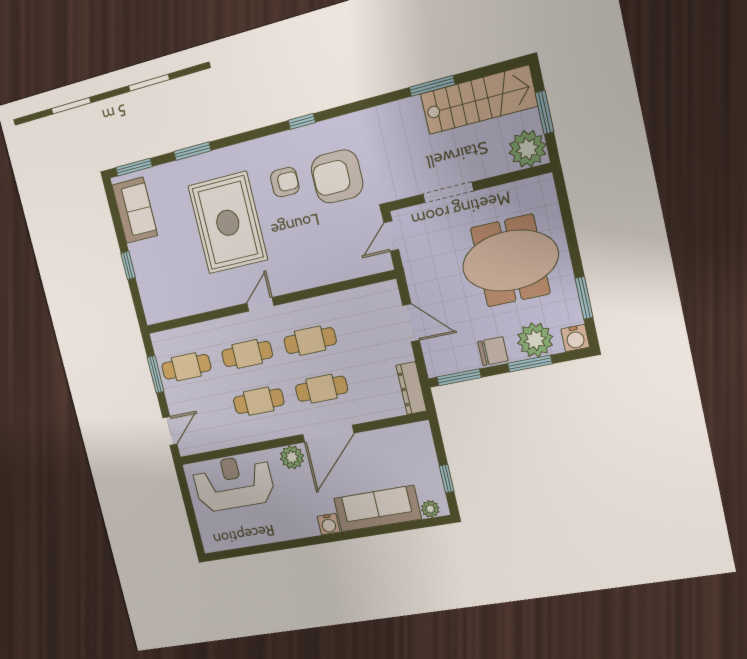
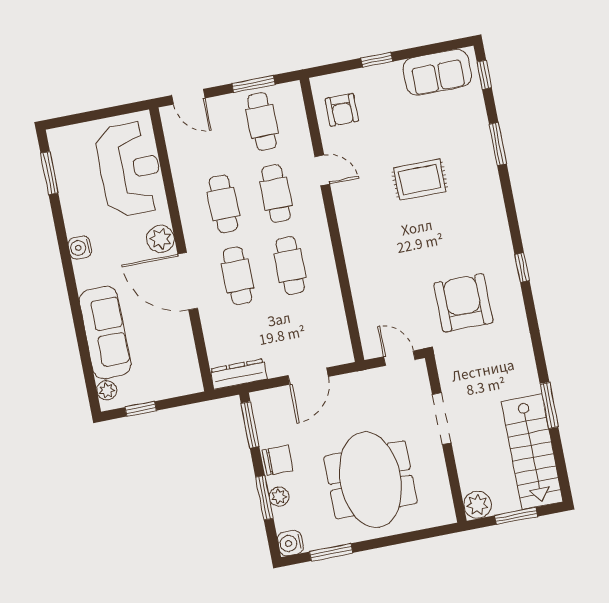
plant: (528, 149) -> (477, 505), width x0.73, depth x0.73
window: (134, 167) -> (484, 75), width x0.67
armchair: (285, 182) -> (342, 110), moved
rug: (228, 223) -> (420, 180), width x0.54, depth x0.49
door: (260, 304) -> (322, 170), moved
plant: (535, 340) -> (279, 497), width x0.53, depth x0.53
chair: (493, 351) -> (277, 460), turned -90
water cooler: (329, 524) -> (80, 248), moved
window: (241, 552) -> (49, 173), added

